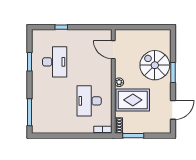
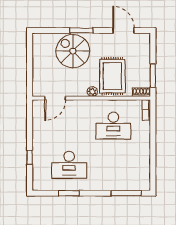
desk: (55, 62) -> (69, 165), turned 180
spiral stairs: (155, 65) -> (73, 51), turned 90

